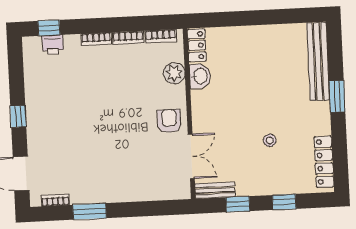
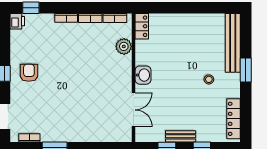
printer: (53, 45) -> (17, 21), moved, turned -90
washbasin: (200, 76) -> (143, 75), moved
armchair: (169, 121) -> (29, 73), moved
stool: (270, 140) -> (209, 79), moved
bench: (215, 190) -> (181, 136), moved

